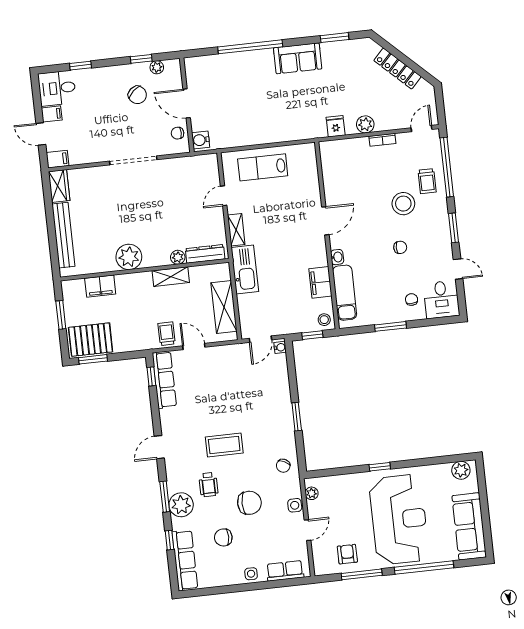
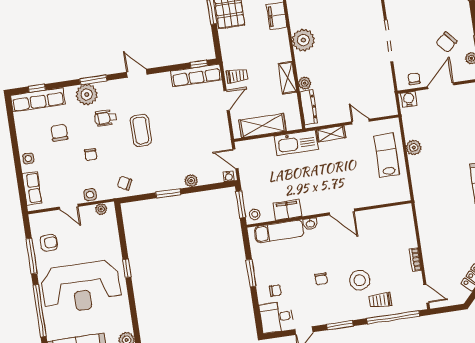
plant: (365, 124) -> (414, 148), moved
fridge: (336, 126) -> (425, 218), removed
window: (312, 335) -> (241, 204), width x1.50
plant: (283, 390) -> (191, 181), added
chair: (249, 503) -> (91, 155), width x0.54, depth x0.54
window: (169, 540) -> (37, 88), moved

